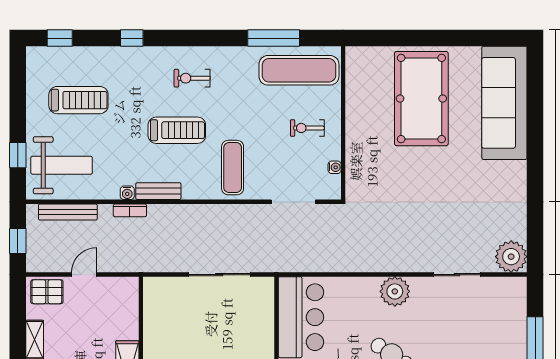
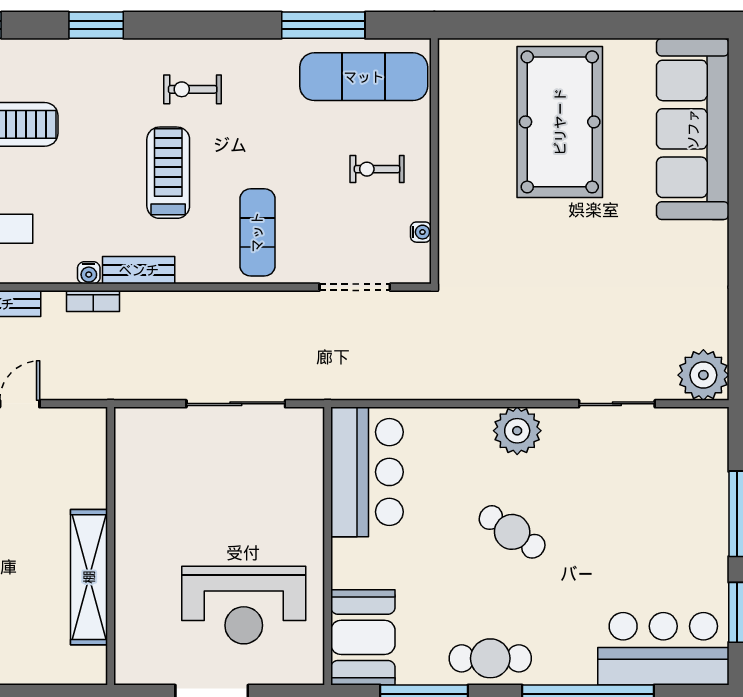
window: (132, 38) -> (96, 25), width x1.50
treadmill: (177, 130) -> (168, 173), turned -90

